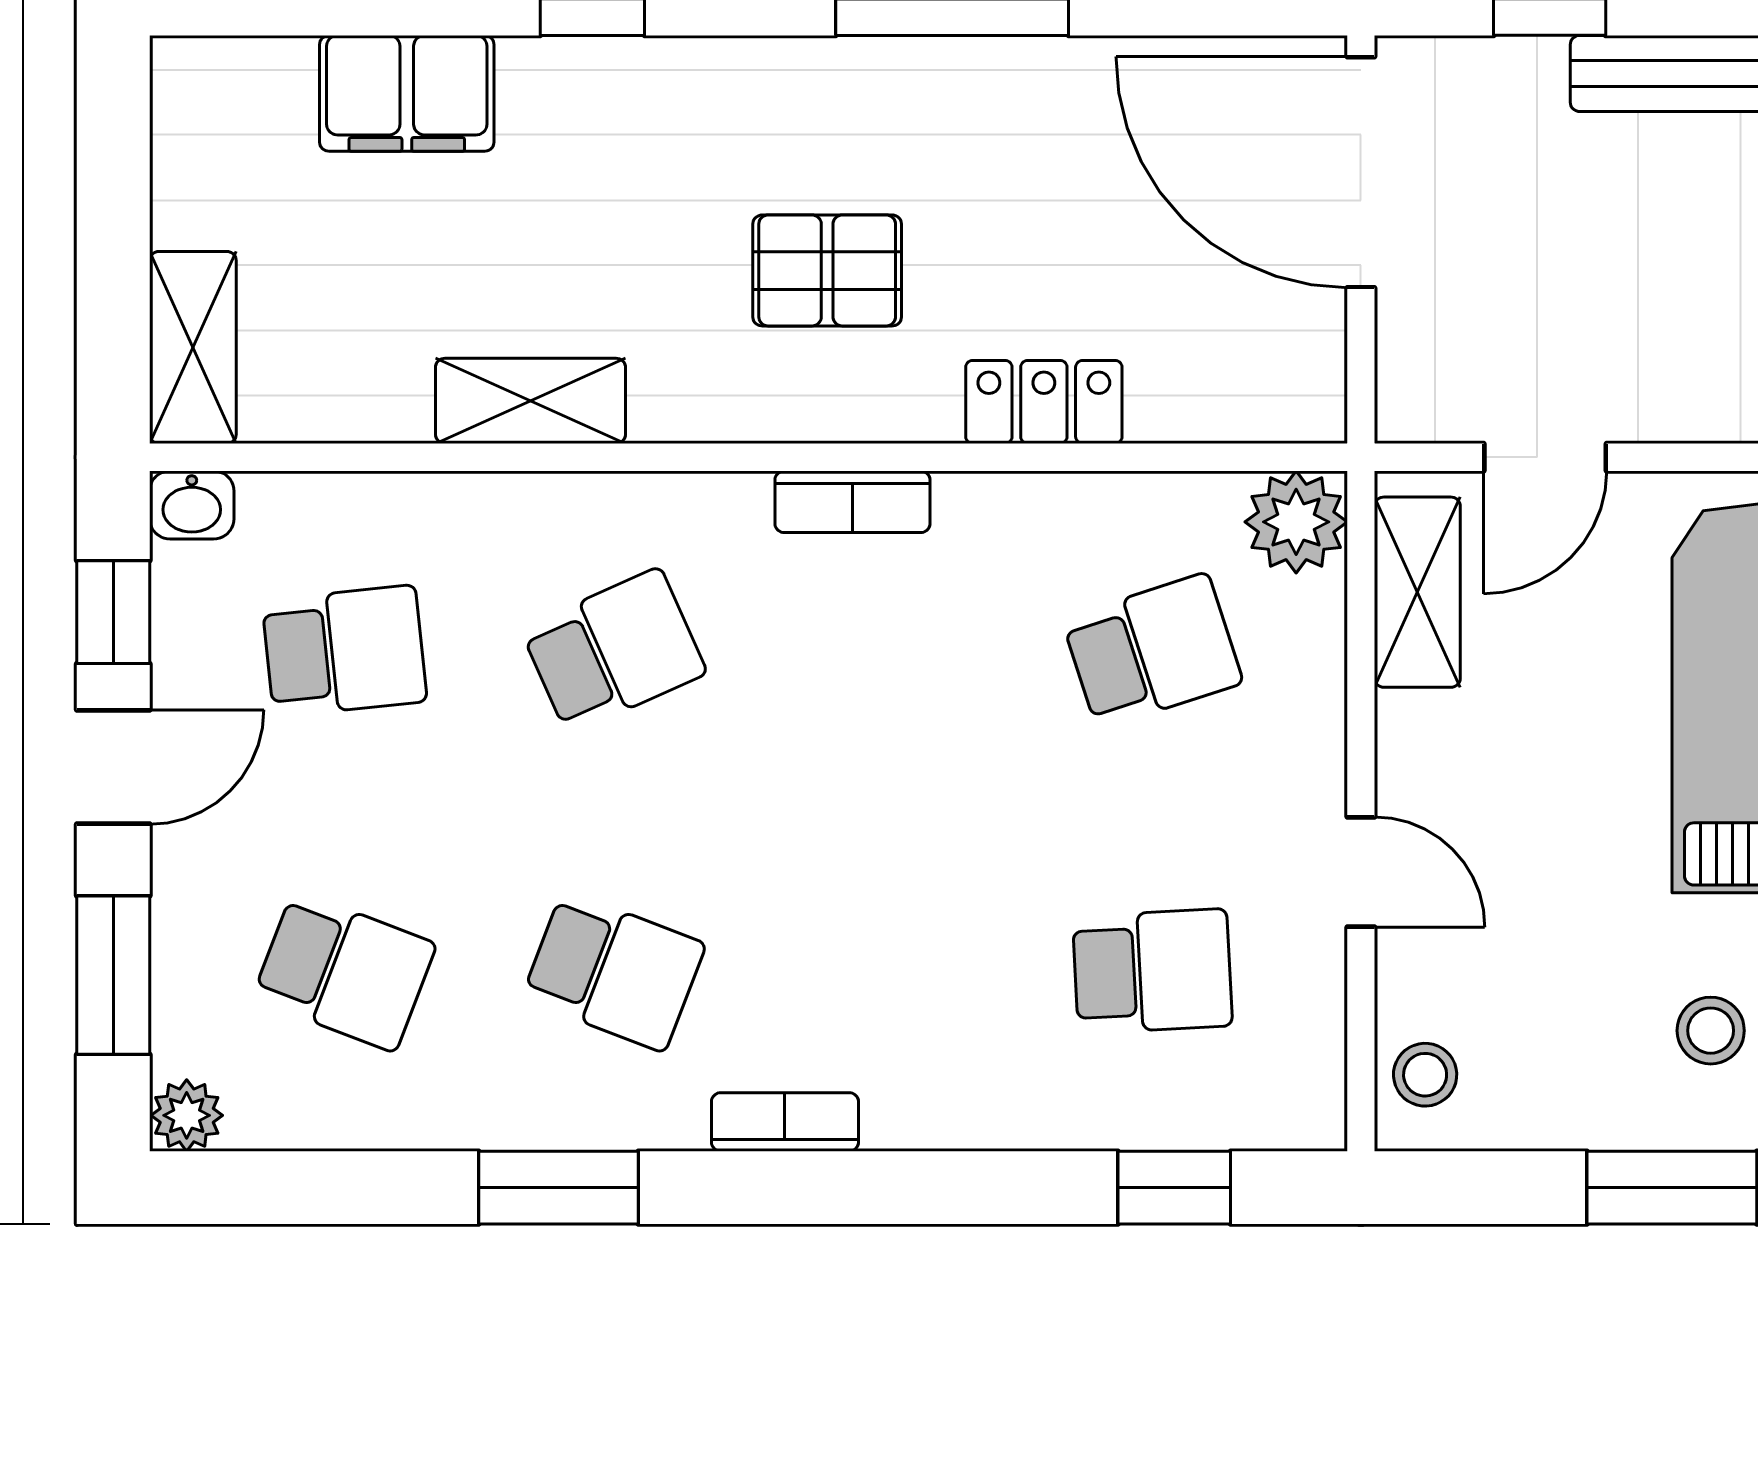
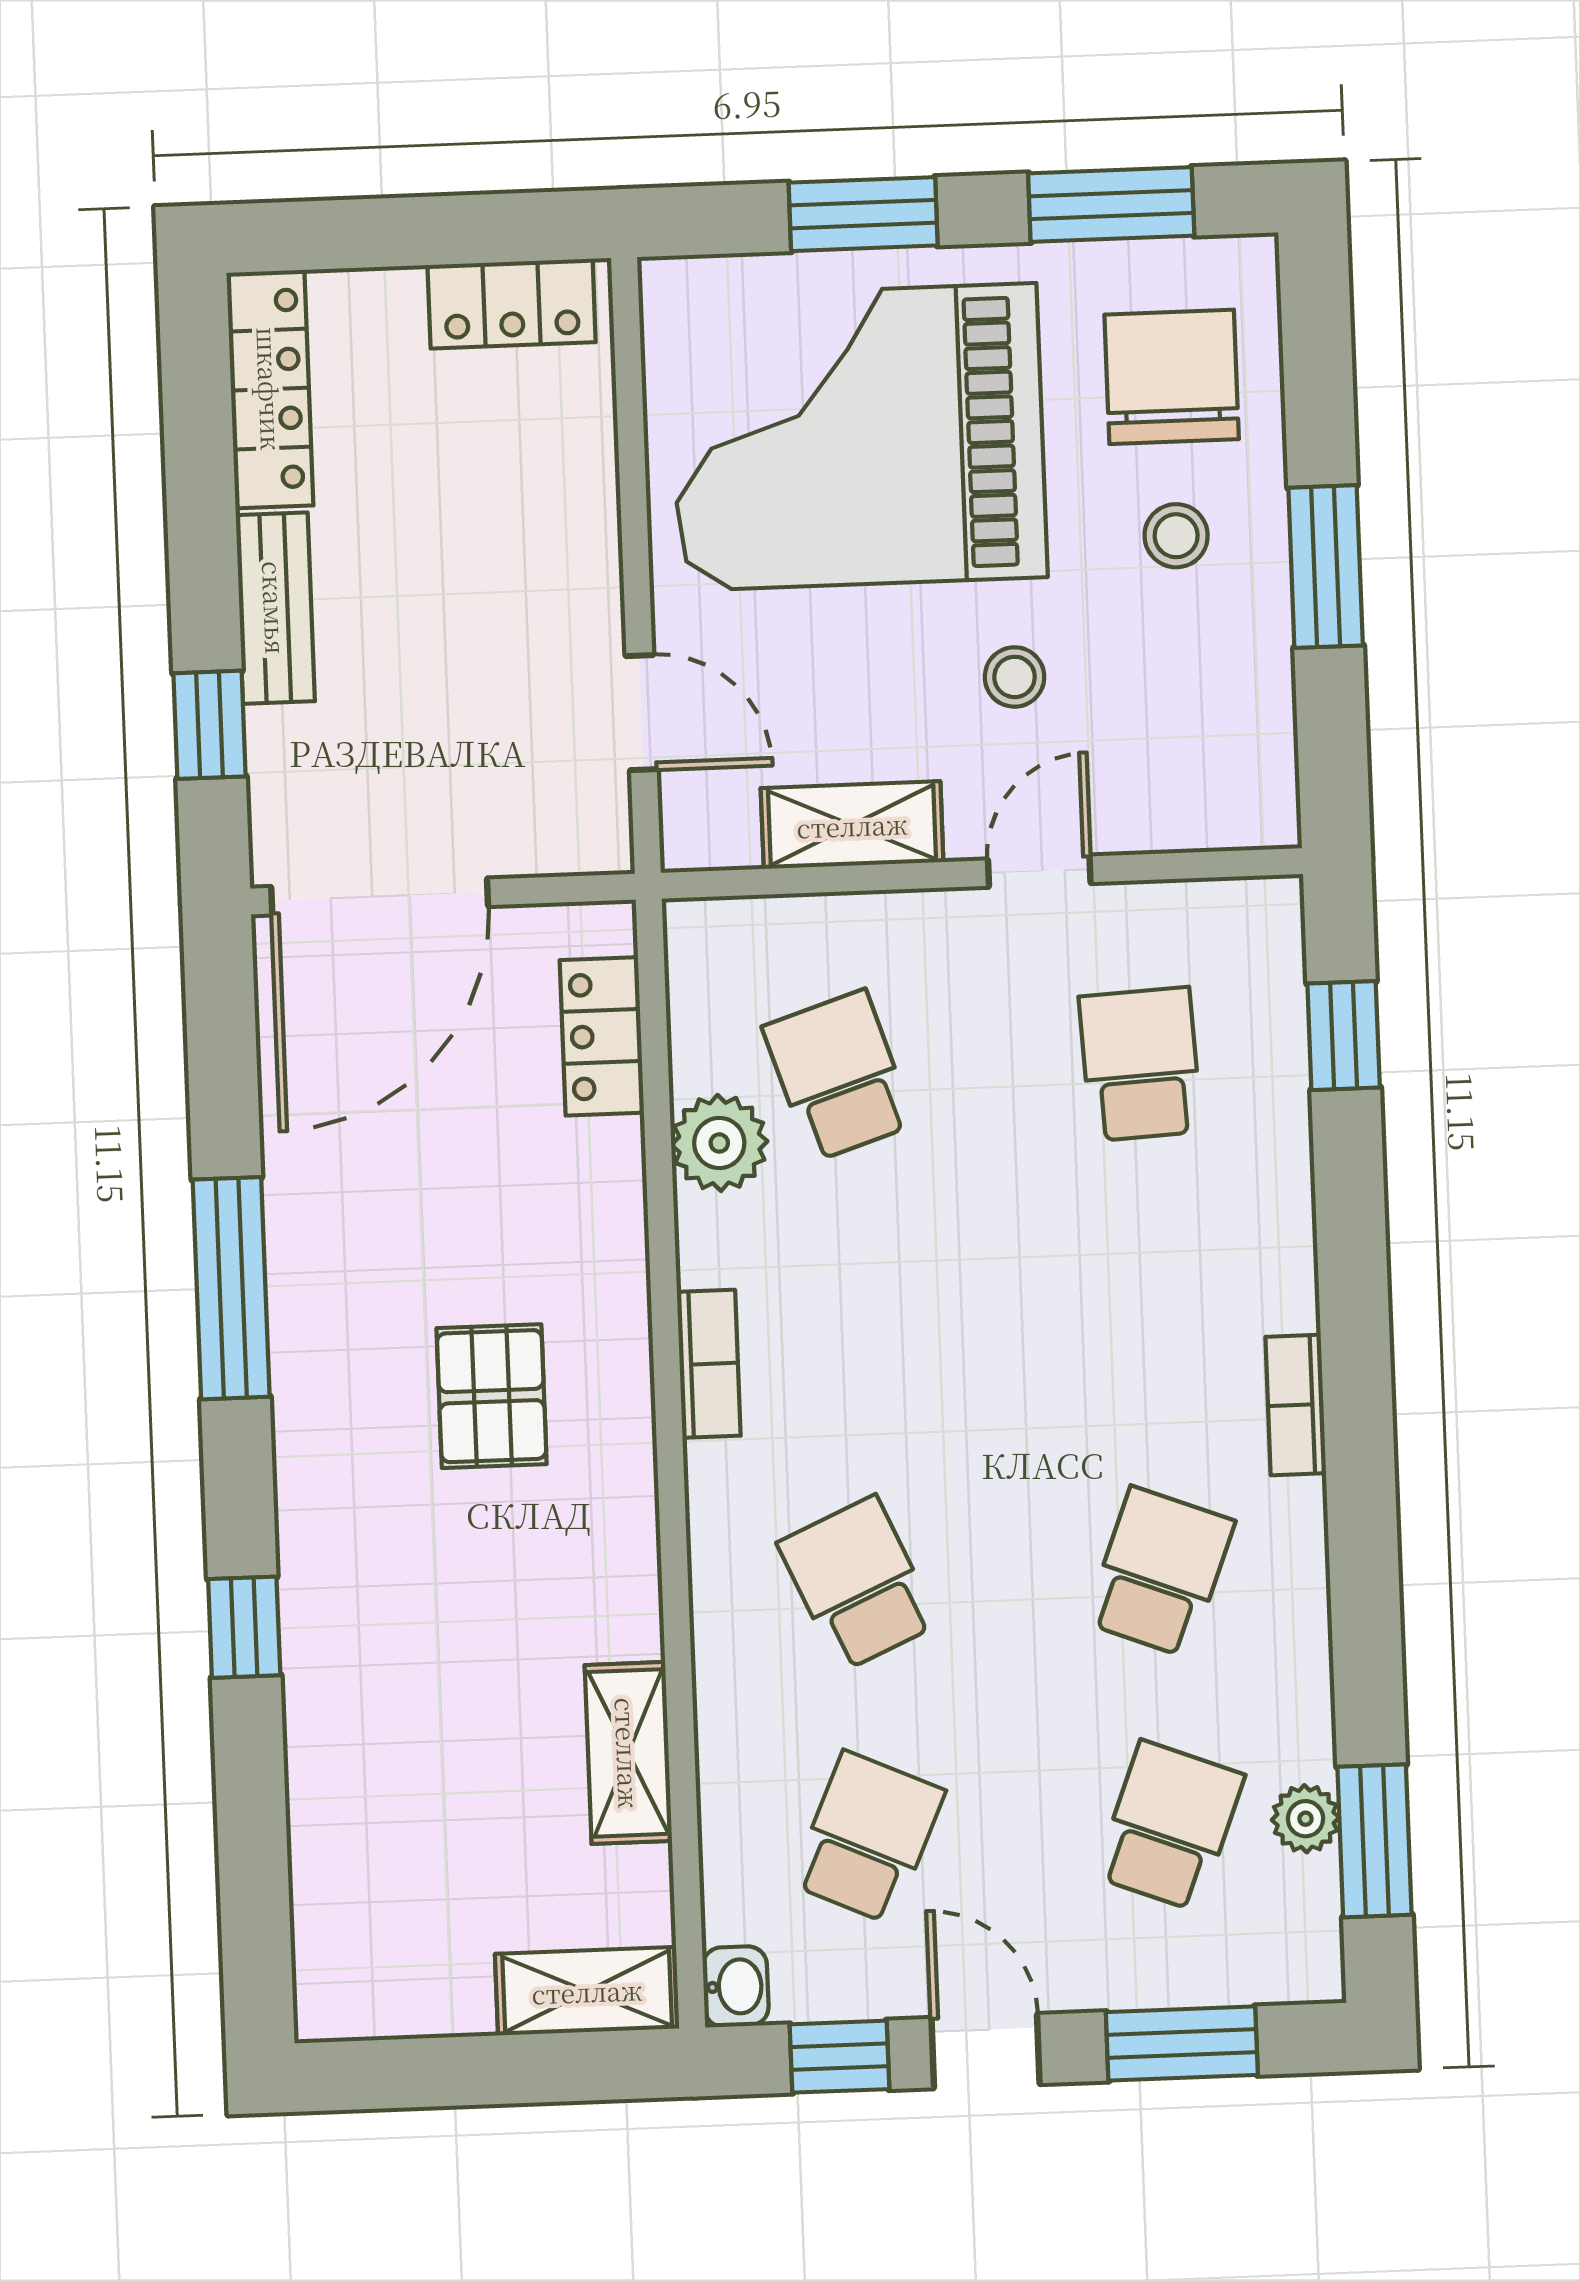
filing cabinet: (407, 93) -> (340, 1799), removed
shelving: (531, 401) -> (628, 1753), moved
locker: (1044, 402) -> (602, 1036), moved
plant: (1296, 522) -> (719, 1143), moved
shelving: (1417, 592) -> (852, 825), moved
school desk: (344, 651) -> (868, 1837), turned 30
stool: (1425, 1075) -> (1015, 677), moved
plant: (187, 1115) -> (1306, 1819), moved
window: (558, 1188) -> (1375, 1841), moved

